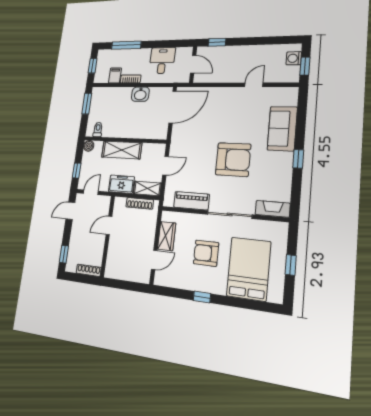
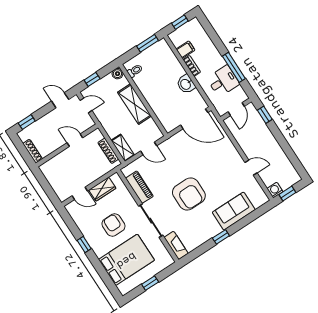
window: (126, 45) -> (234, 67), moved
washing machine: (294, 58) -> (275, 190), moved
freezer: (121, 184) -> (110, 125), removed

